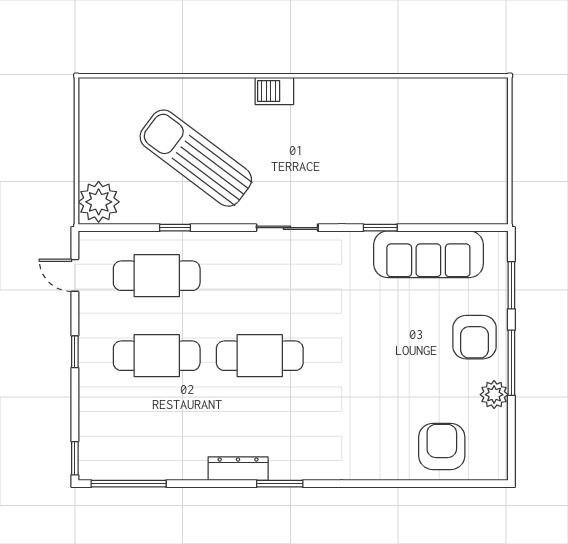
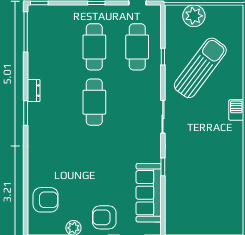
plant: (99, 202) -> (194, 16), moved
dresser: (238, 469) -> (34, 91), width x0.70

